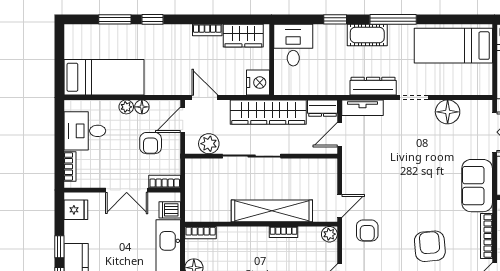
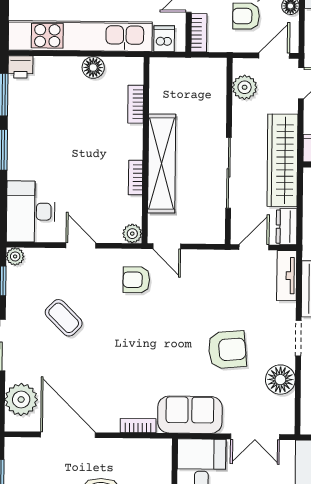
door: (183, 120) -> (274, 56), hinge flipped
door: (340, 135) -> (254, 247), hinge flipped
sliding door: (252, 156) -> (228, 173), moved
bookcase: (201, 233) -> (136, 104), moved
bookcase: (486, 236) -> (138, 426), width x0.64
armchair: (430, 246) -> (227, 350), moved

